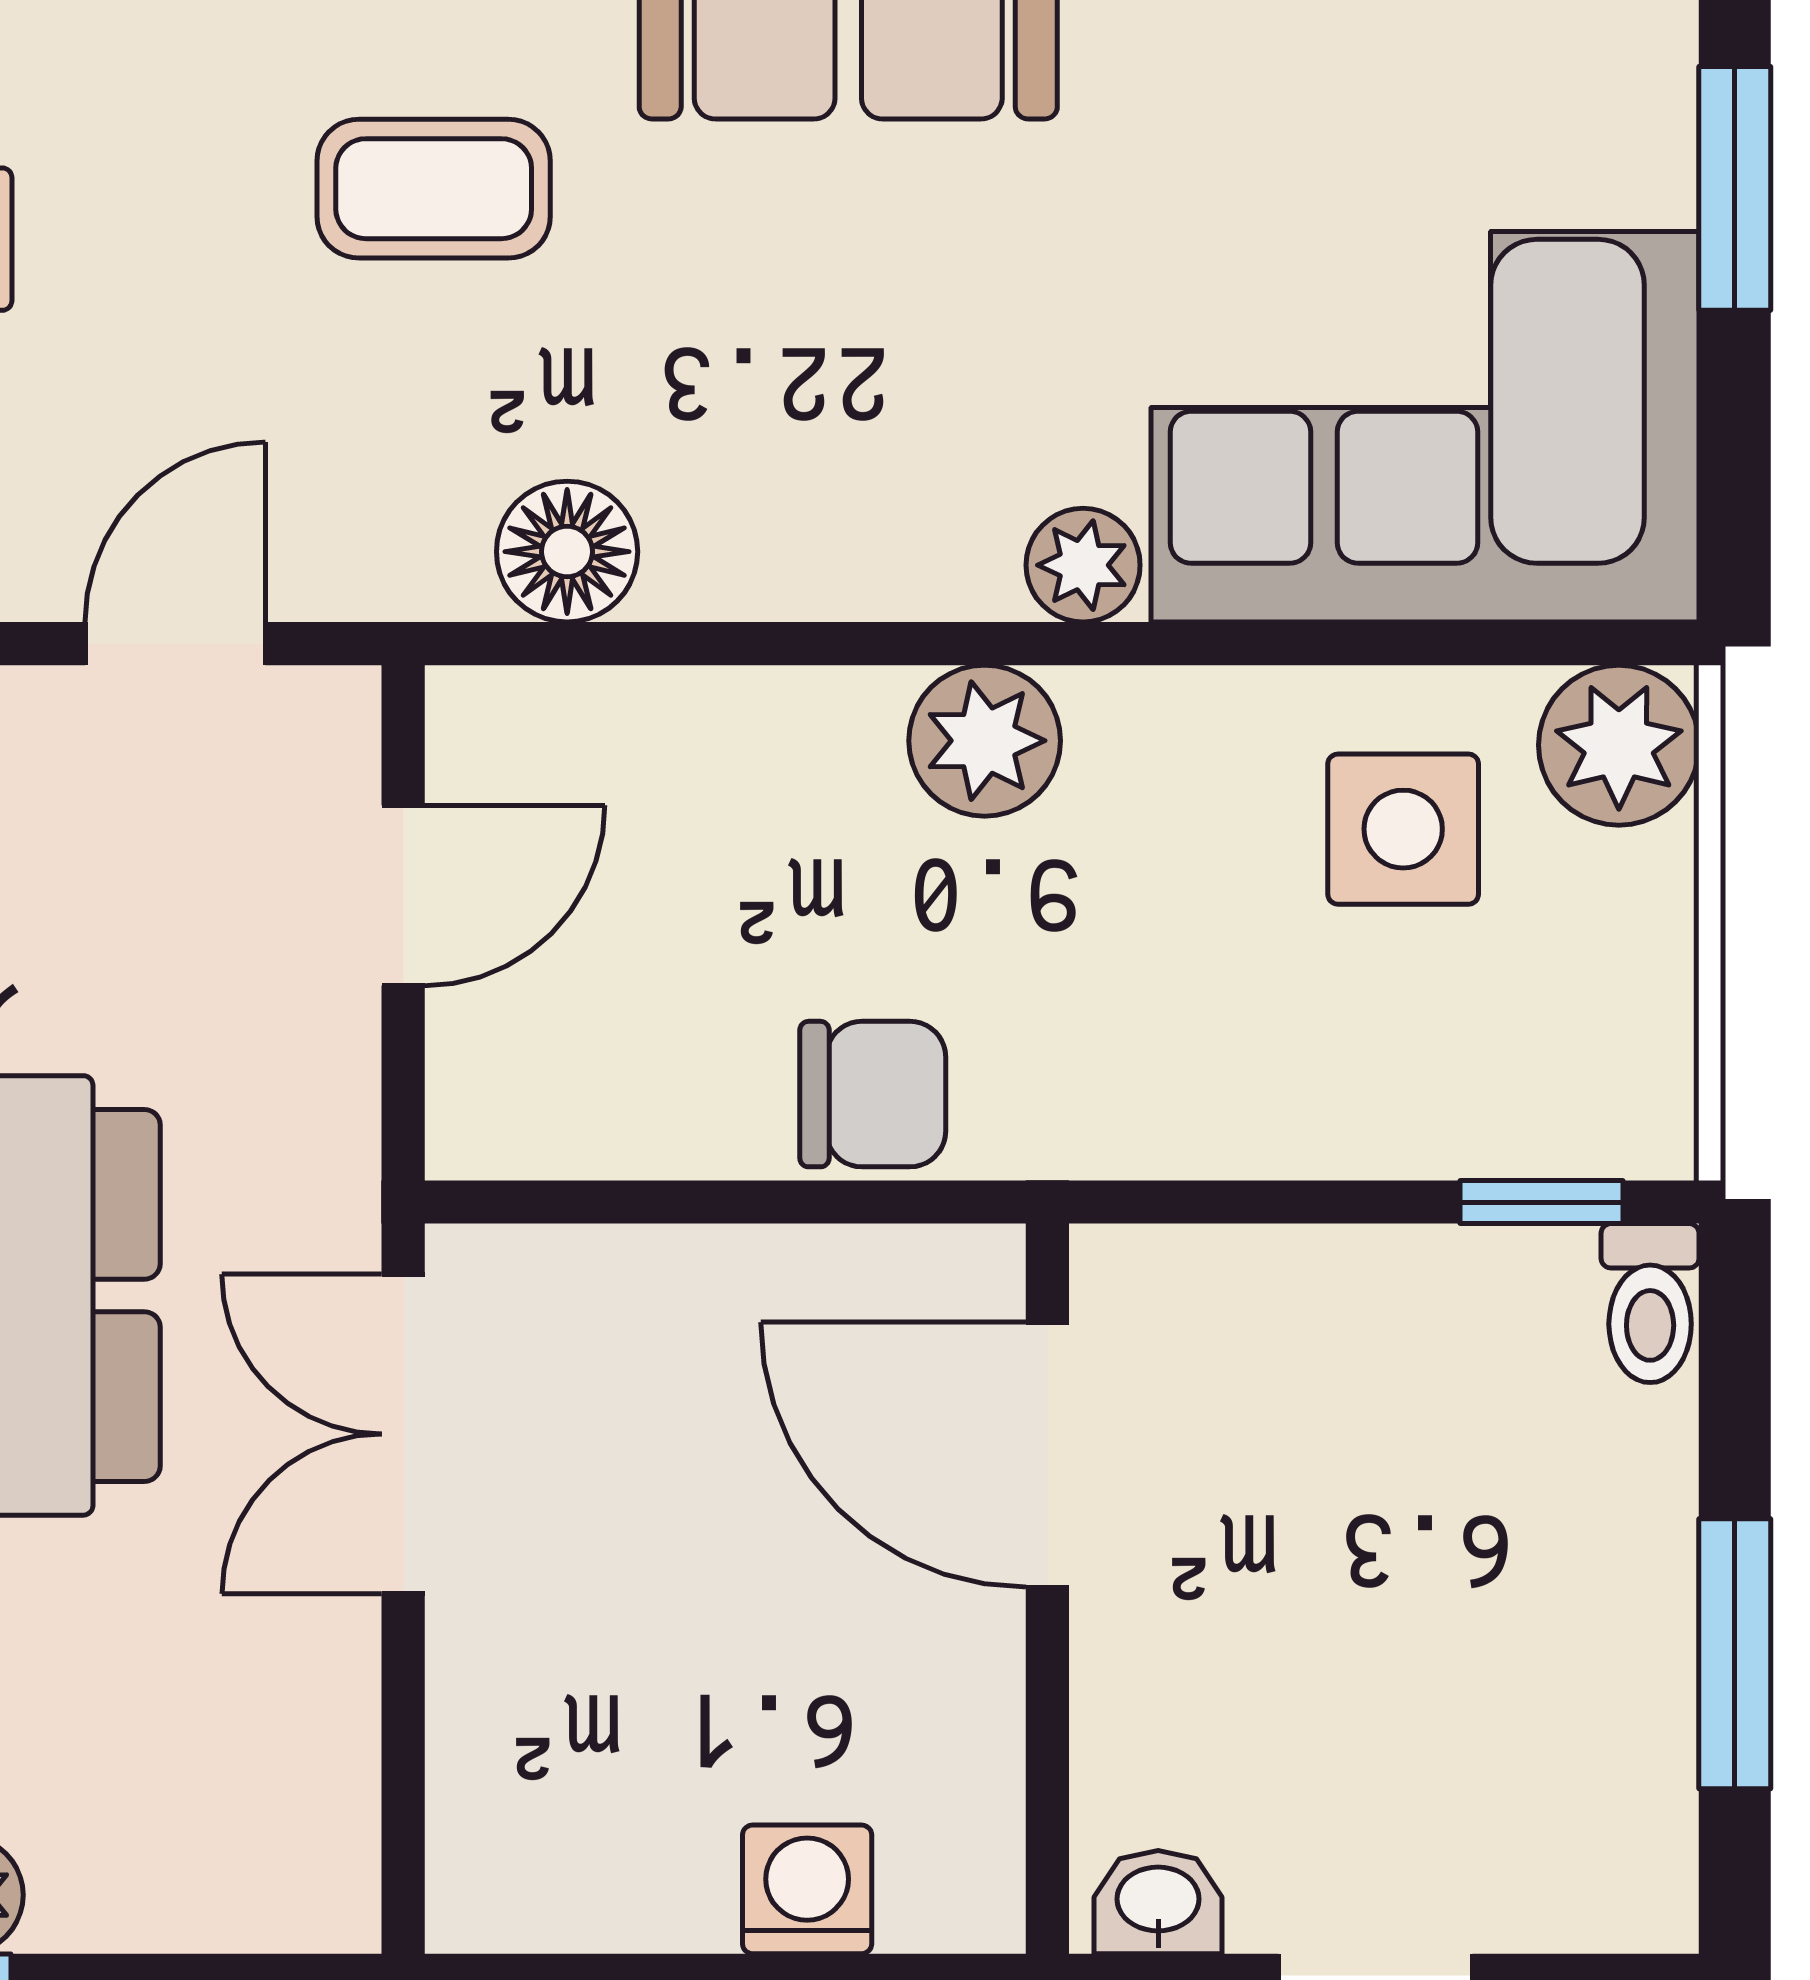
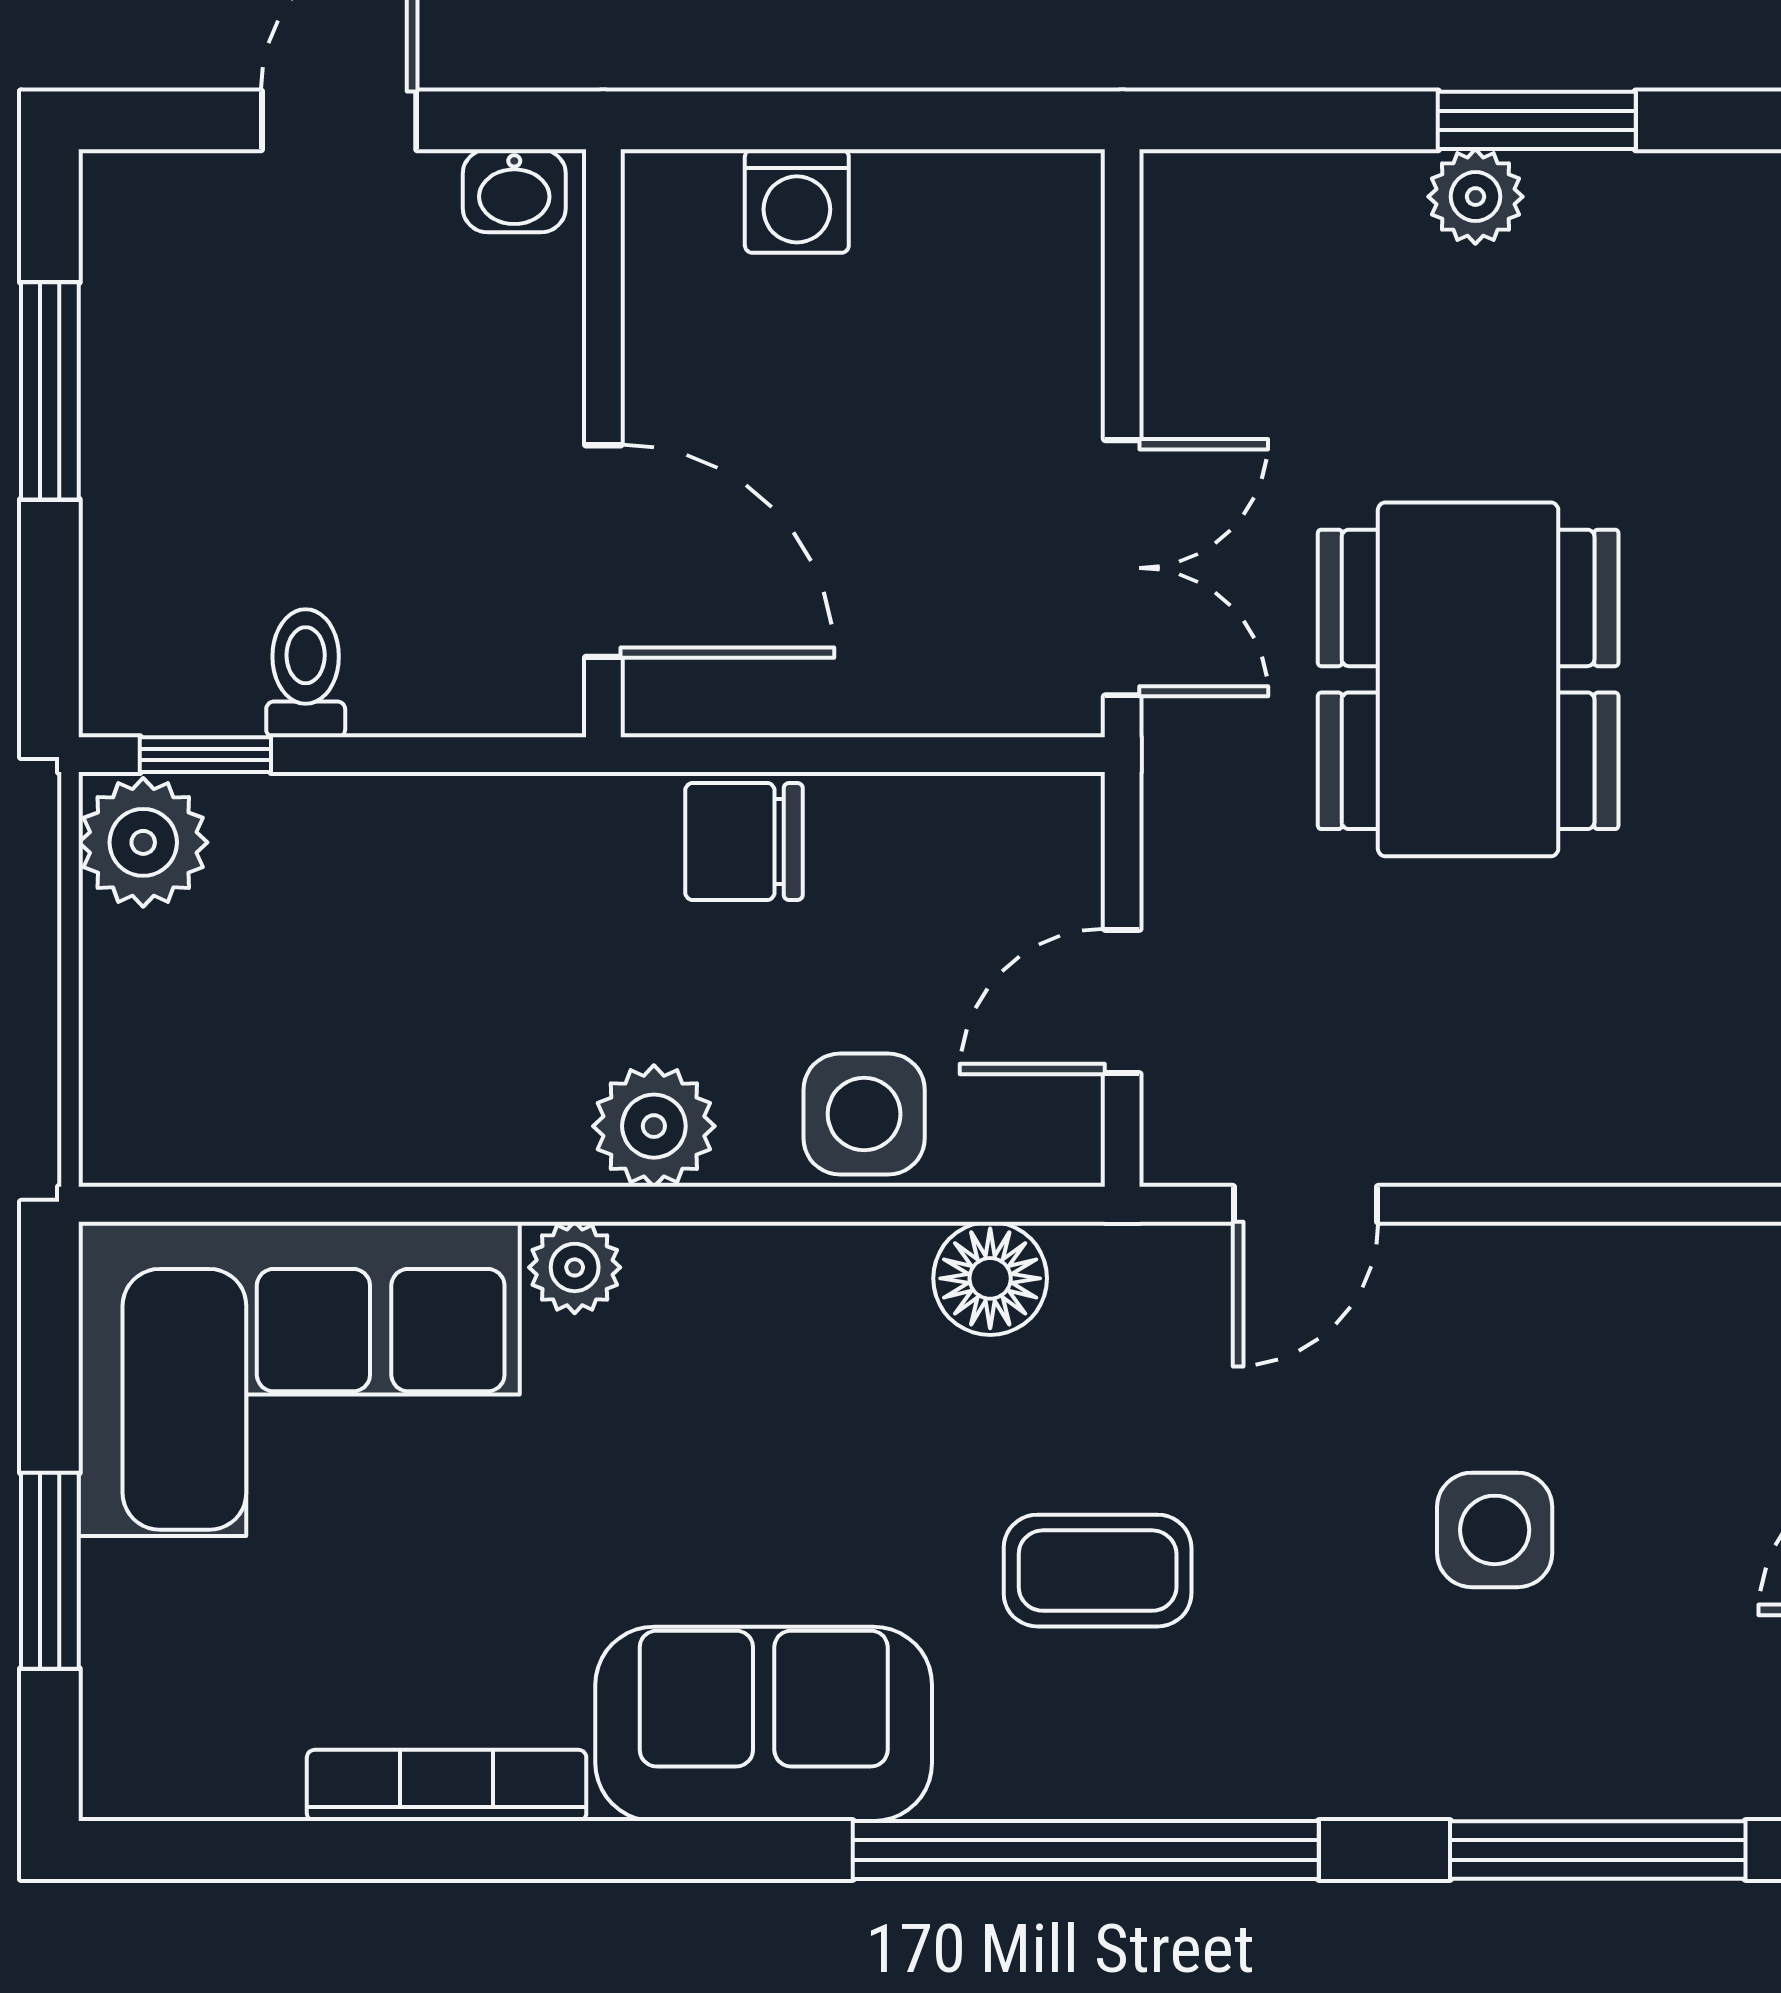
plant: (1619, 745) -> (143, 842), moved
side table: (1403, 829) -> (864, 1114), moved
toilet: (1650, 1303) -> (306, 673), moved

